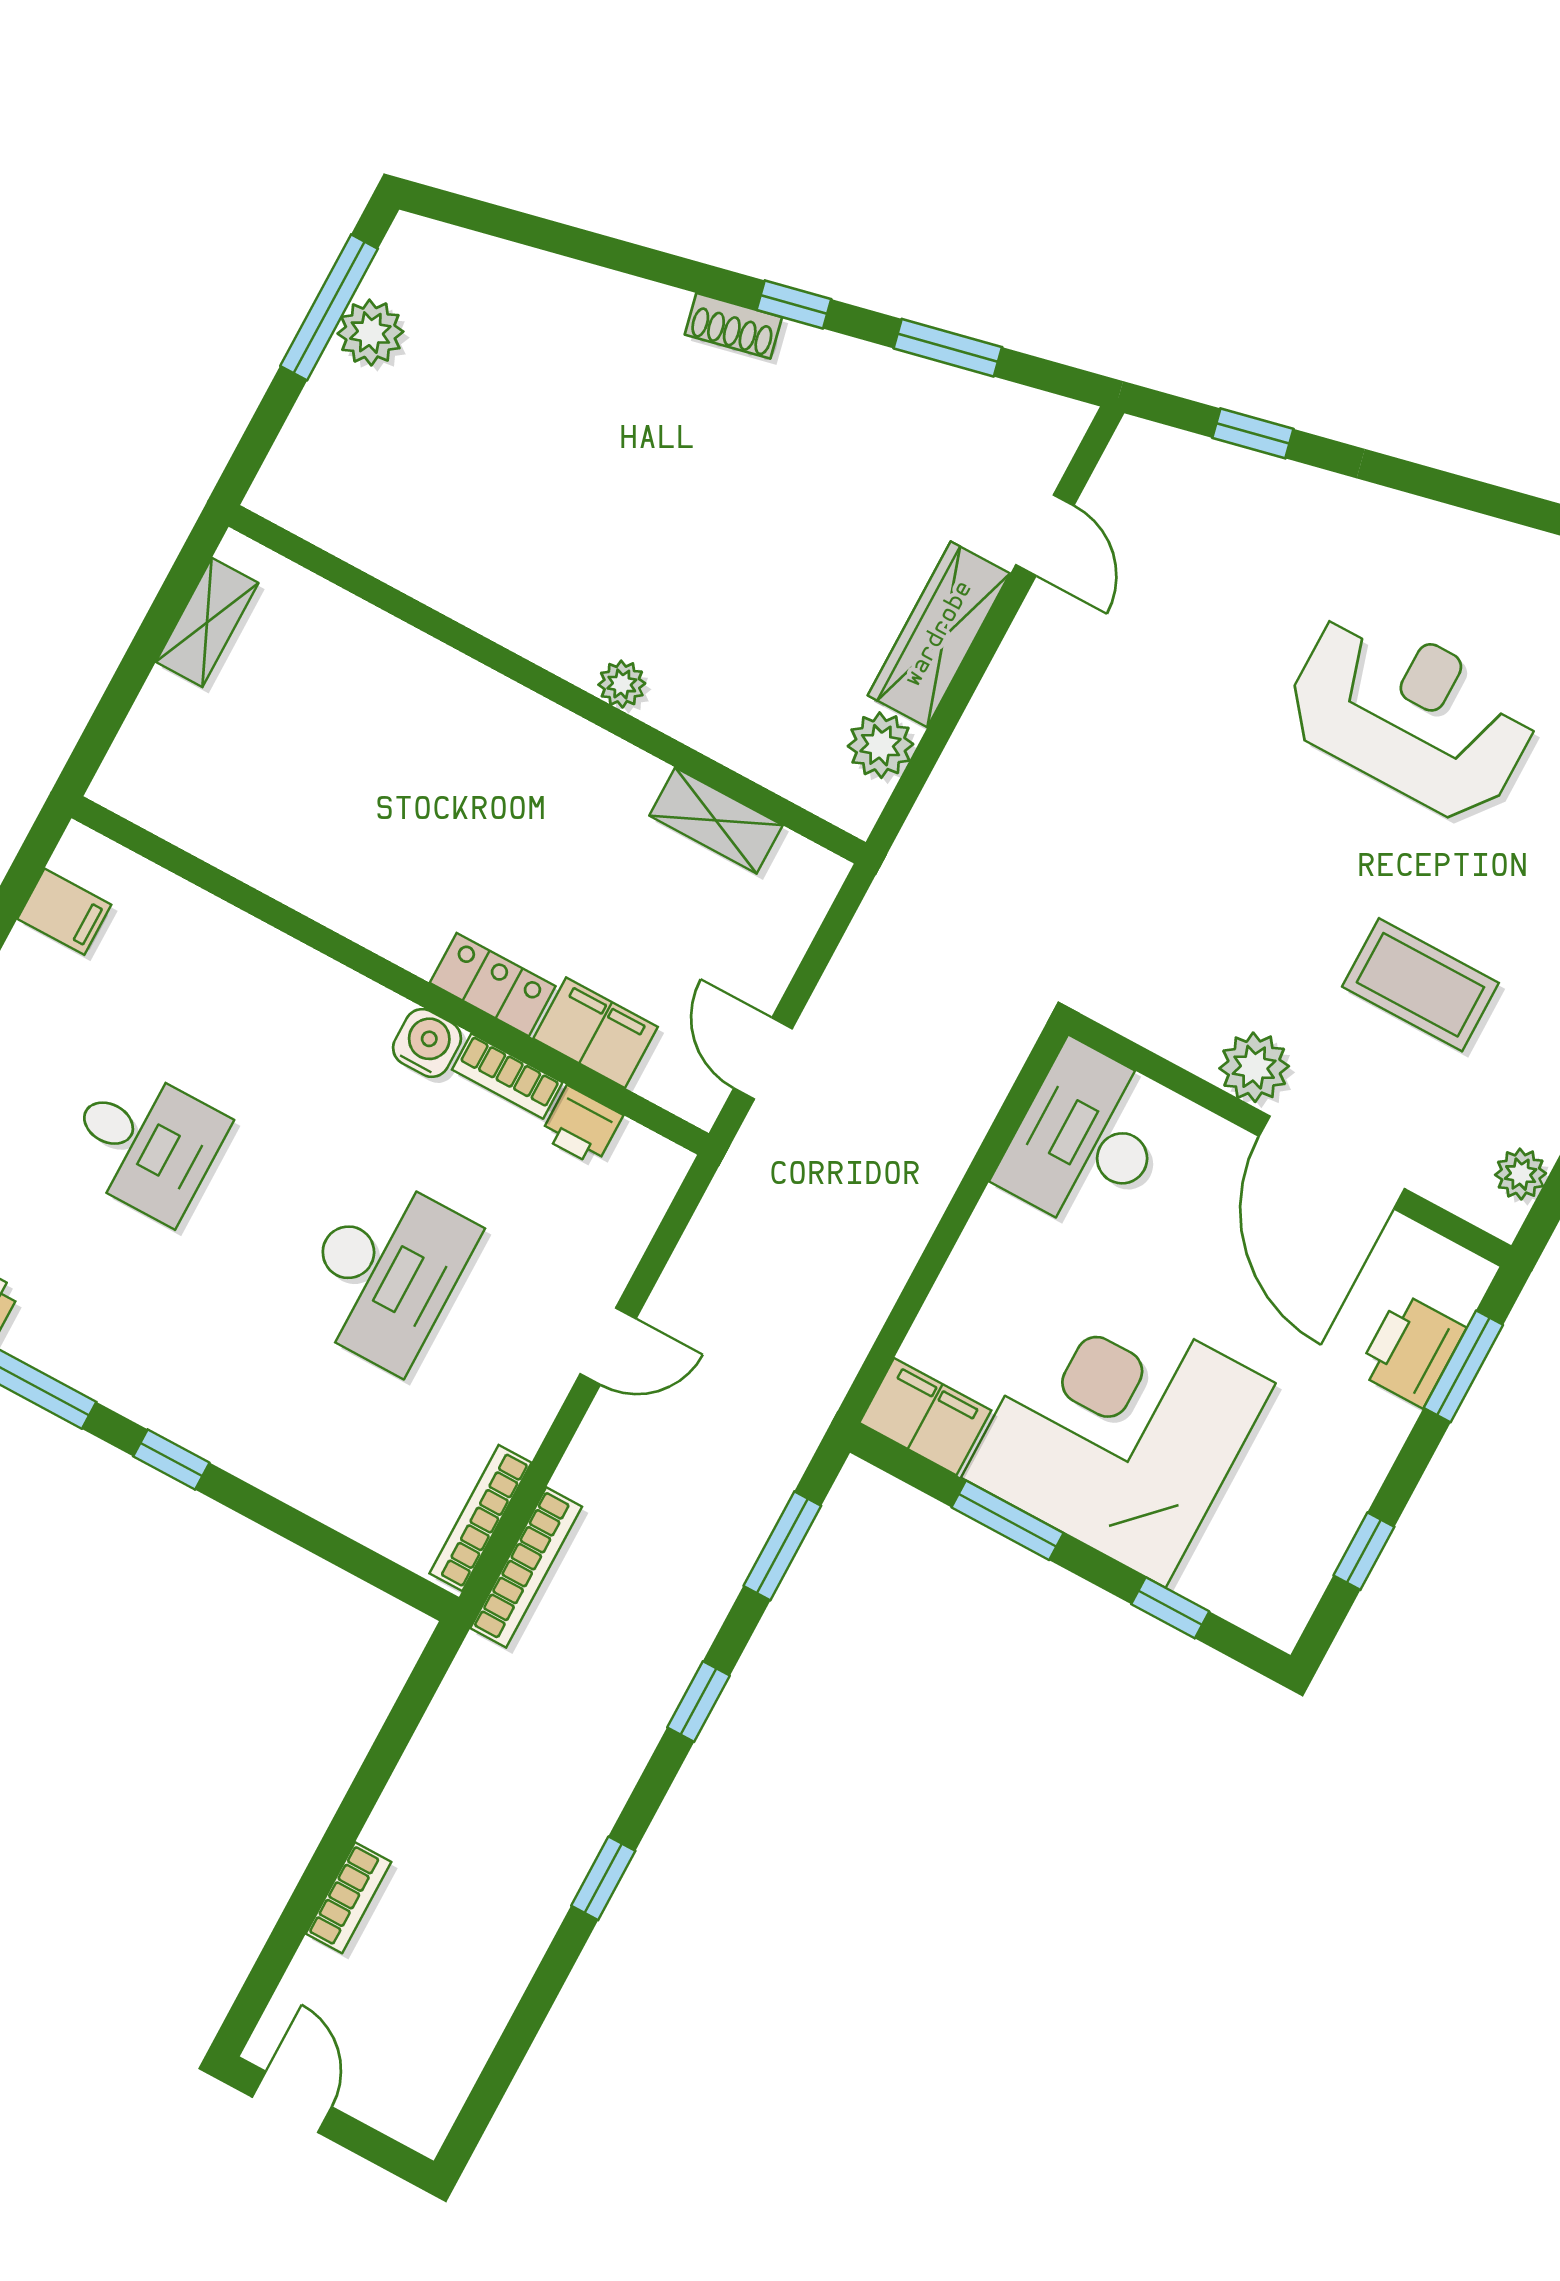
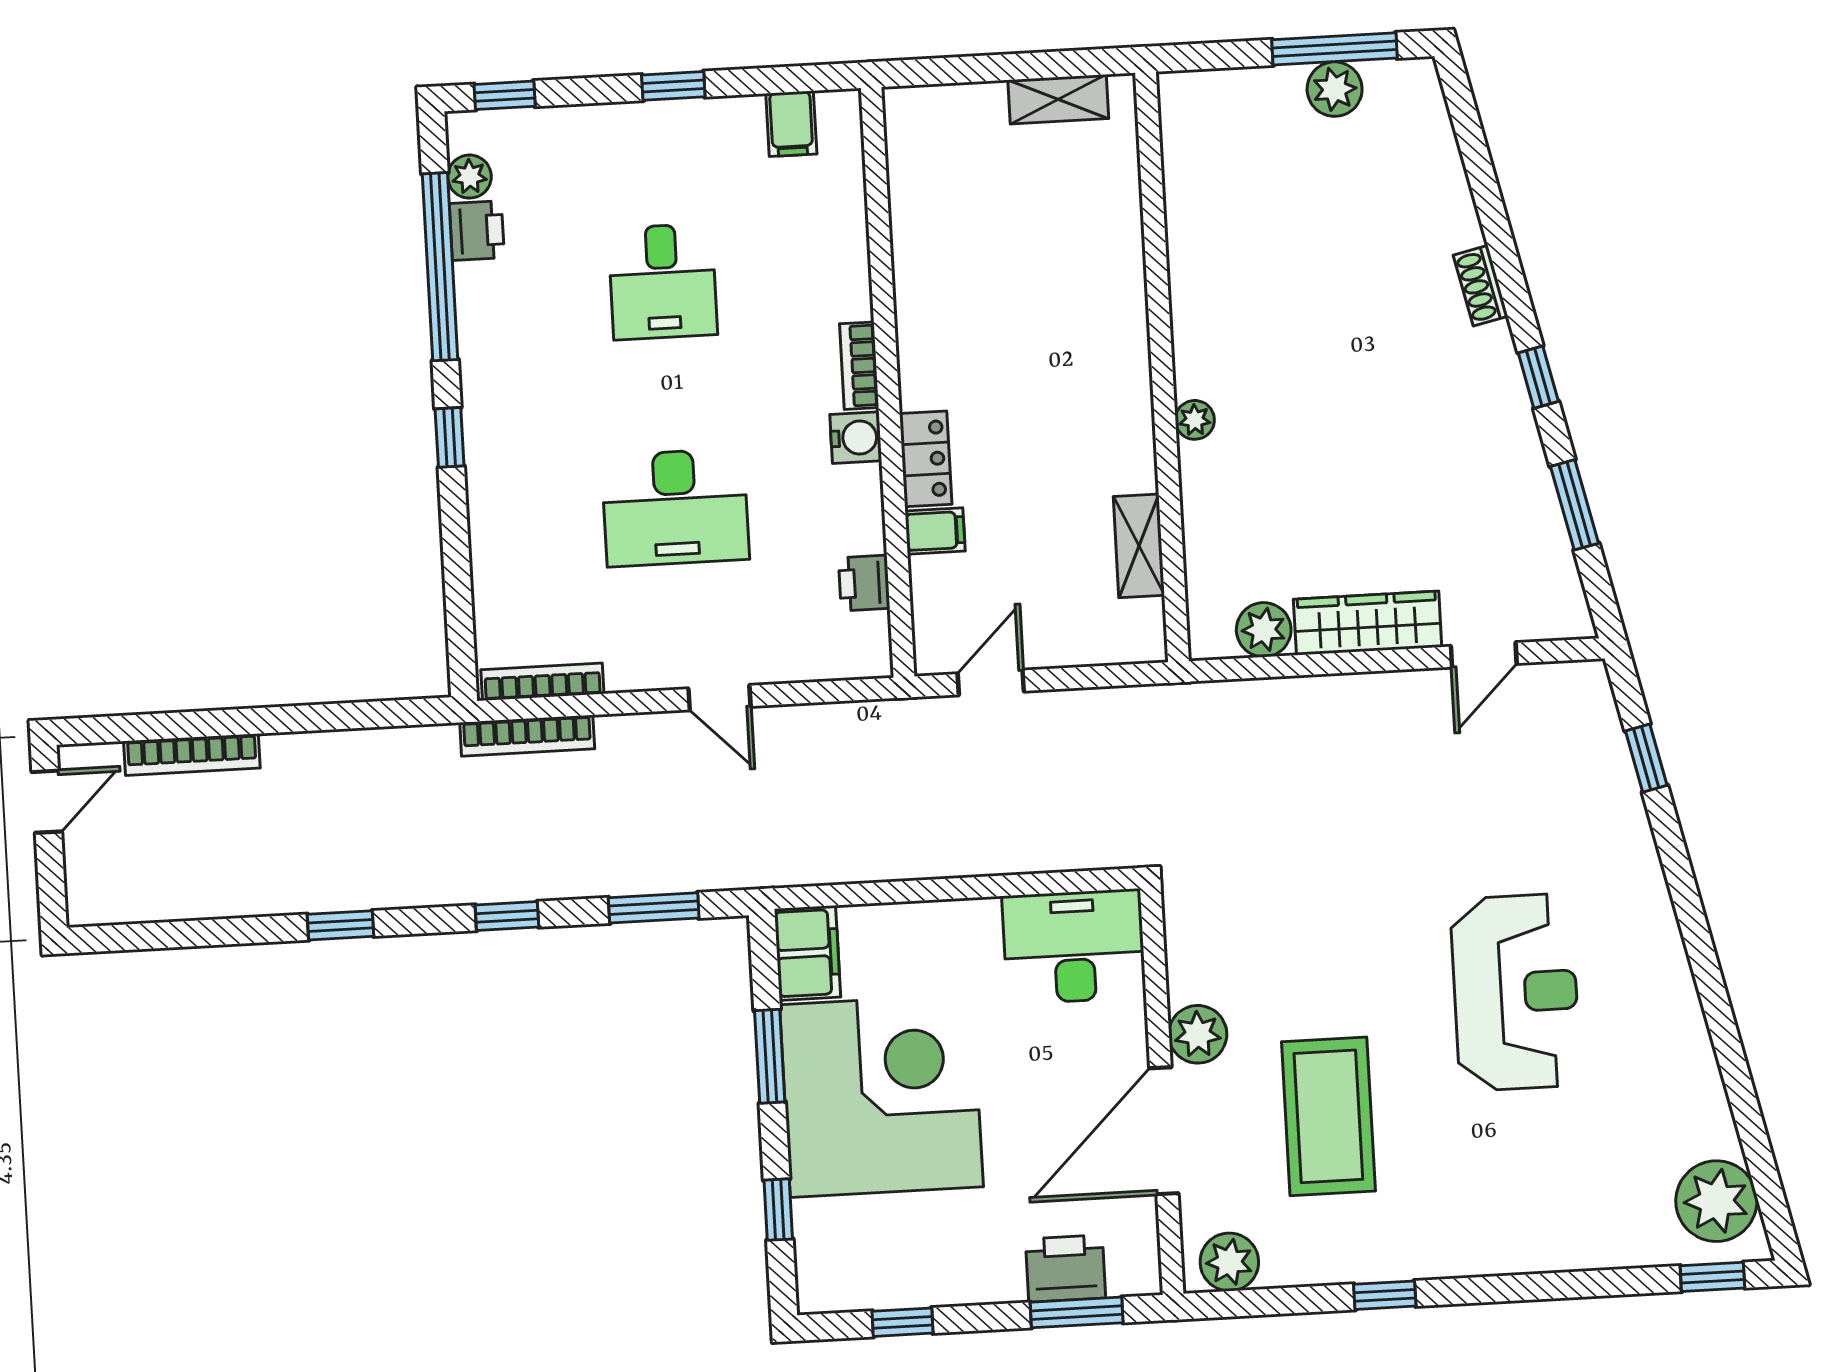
shoe rack: (733, 326) -> (1481, 286), moved
coffee table: (1420, 985) -> (1328, 1116), width x1.36, depth x1.32
filing cabinet: (596, 1033) -> (935, 531), width x0.50
bookcase: (507, 1076) -> (859, 366), moved
plant: (1521, 1174) -> (1229, 1262), width x1.38, depth x1.38
bookcase: (349, 1898) -> (192, 755), width x1.56

